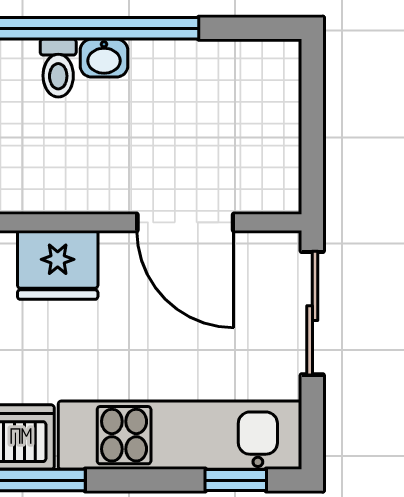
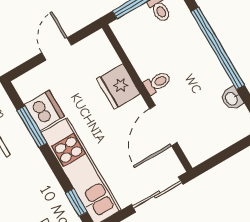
washbasin: (104, 58) -> (232, 99), moved
toilet: (58, 68) -> (157, 83), moved, turned 180

